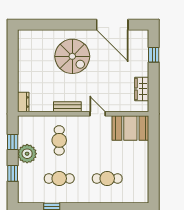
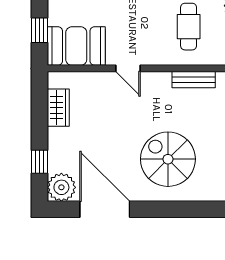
plant: (140, 39) -> (61, 187), added
bench: (67, 107) -> (194, 80), moved
window: (154, 138) -> (39, 30), added

